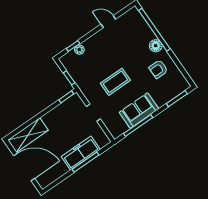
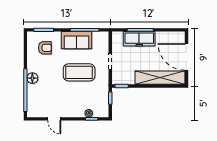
armchair: (158, 69) -> (45, 48), moved
coffee table: (115, 82) -> (79, 72), width x1.36, depth x1.32
shelving: (28, 135) -> (160, 78), width x1.47

